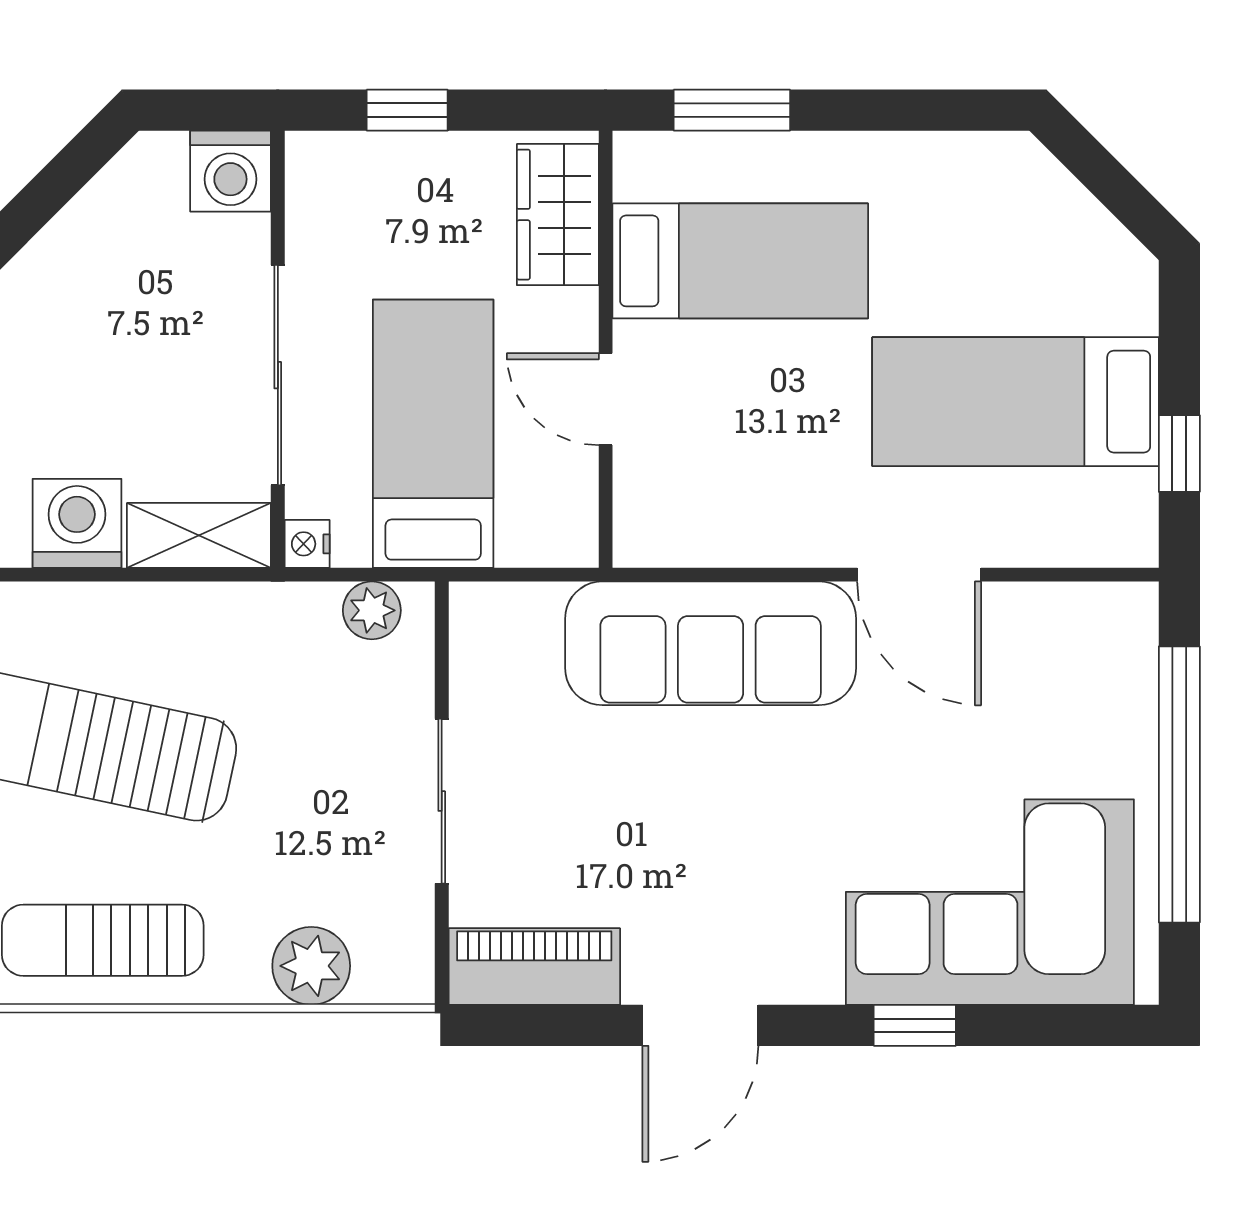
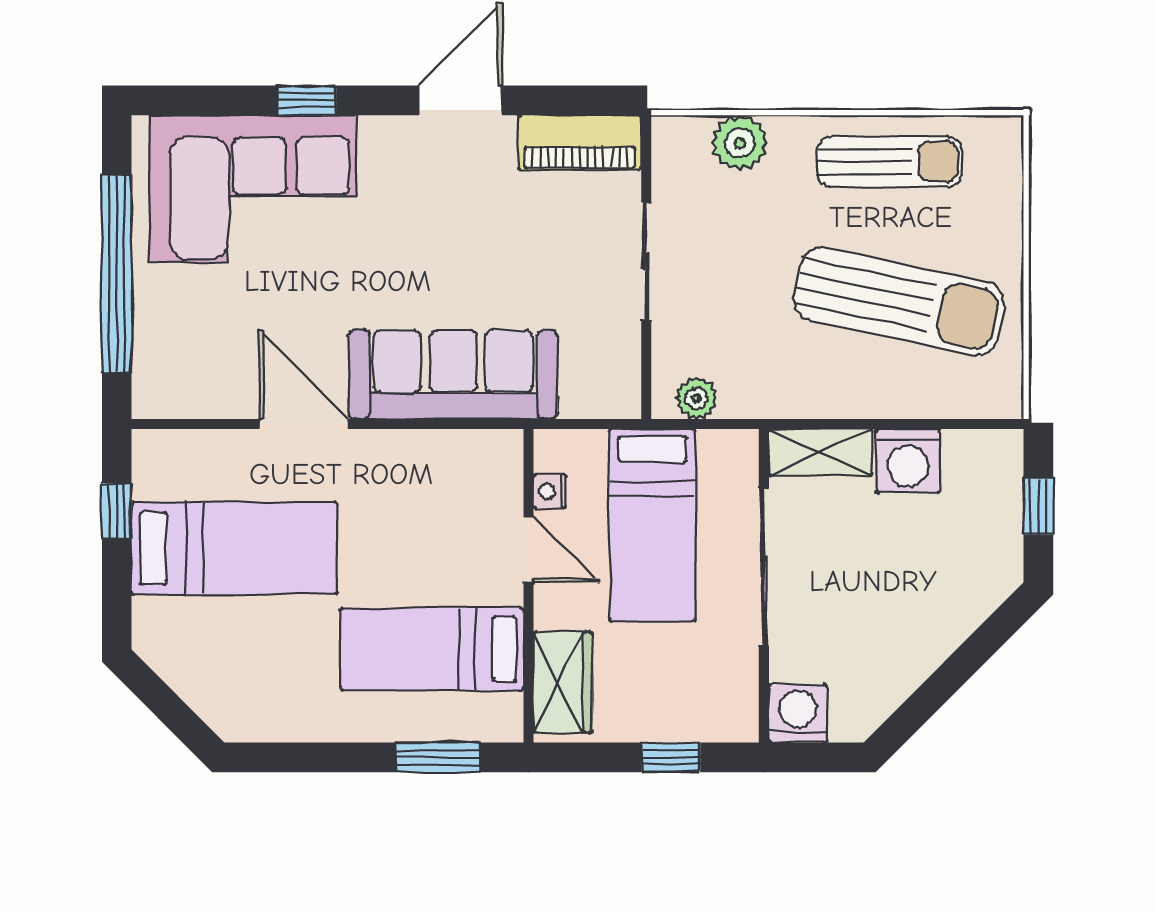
nightstand: (307, 544) -> (550, 491), moved, turned 180

